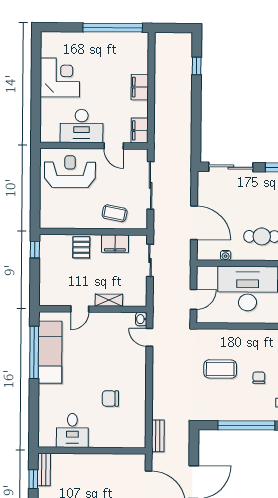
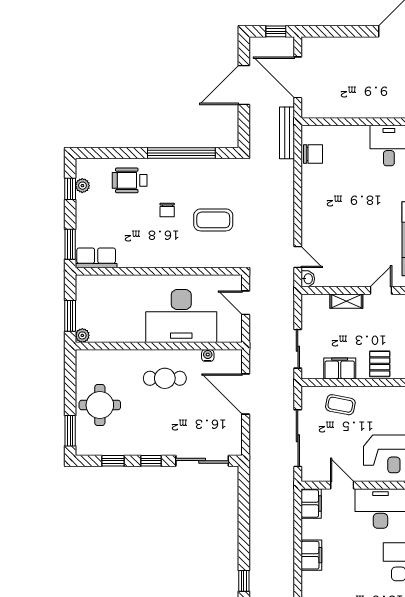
door: (193, 299) -> (246, 303), hinge flipped
chair: (110, 399) -> (313, 154), moved
bench: (158, 436) -> (287, 133), width x1.36

